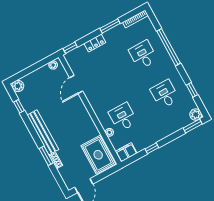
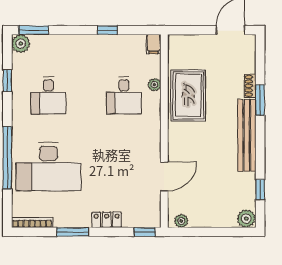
desk: (143, 55) -> (48, 167), width x1.87, depth x1.30
filing cabinet: (126, 152) -> (154, 44), width x0.50
rug: (98, 155) -> (188, 95), moved

